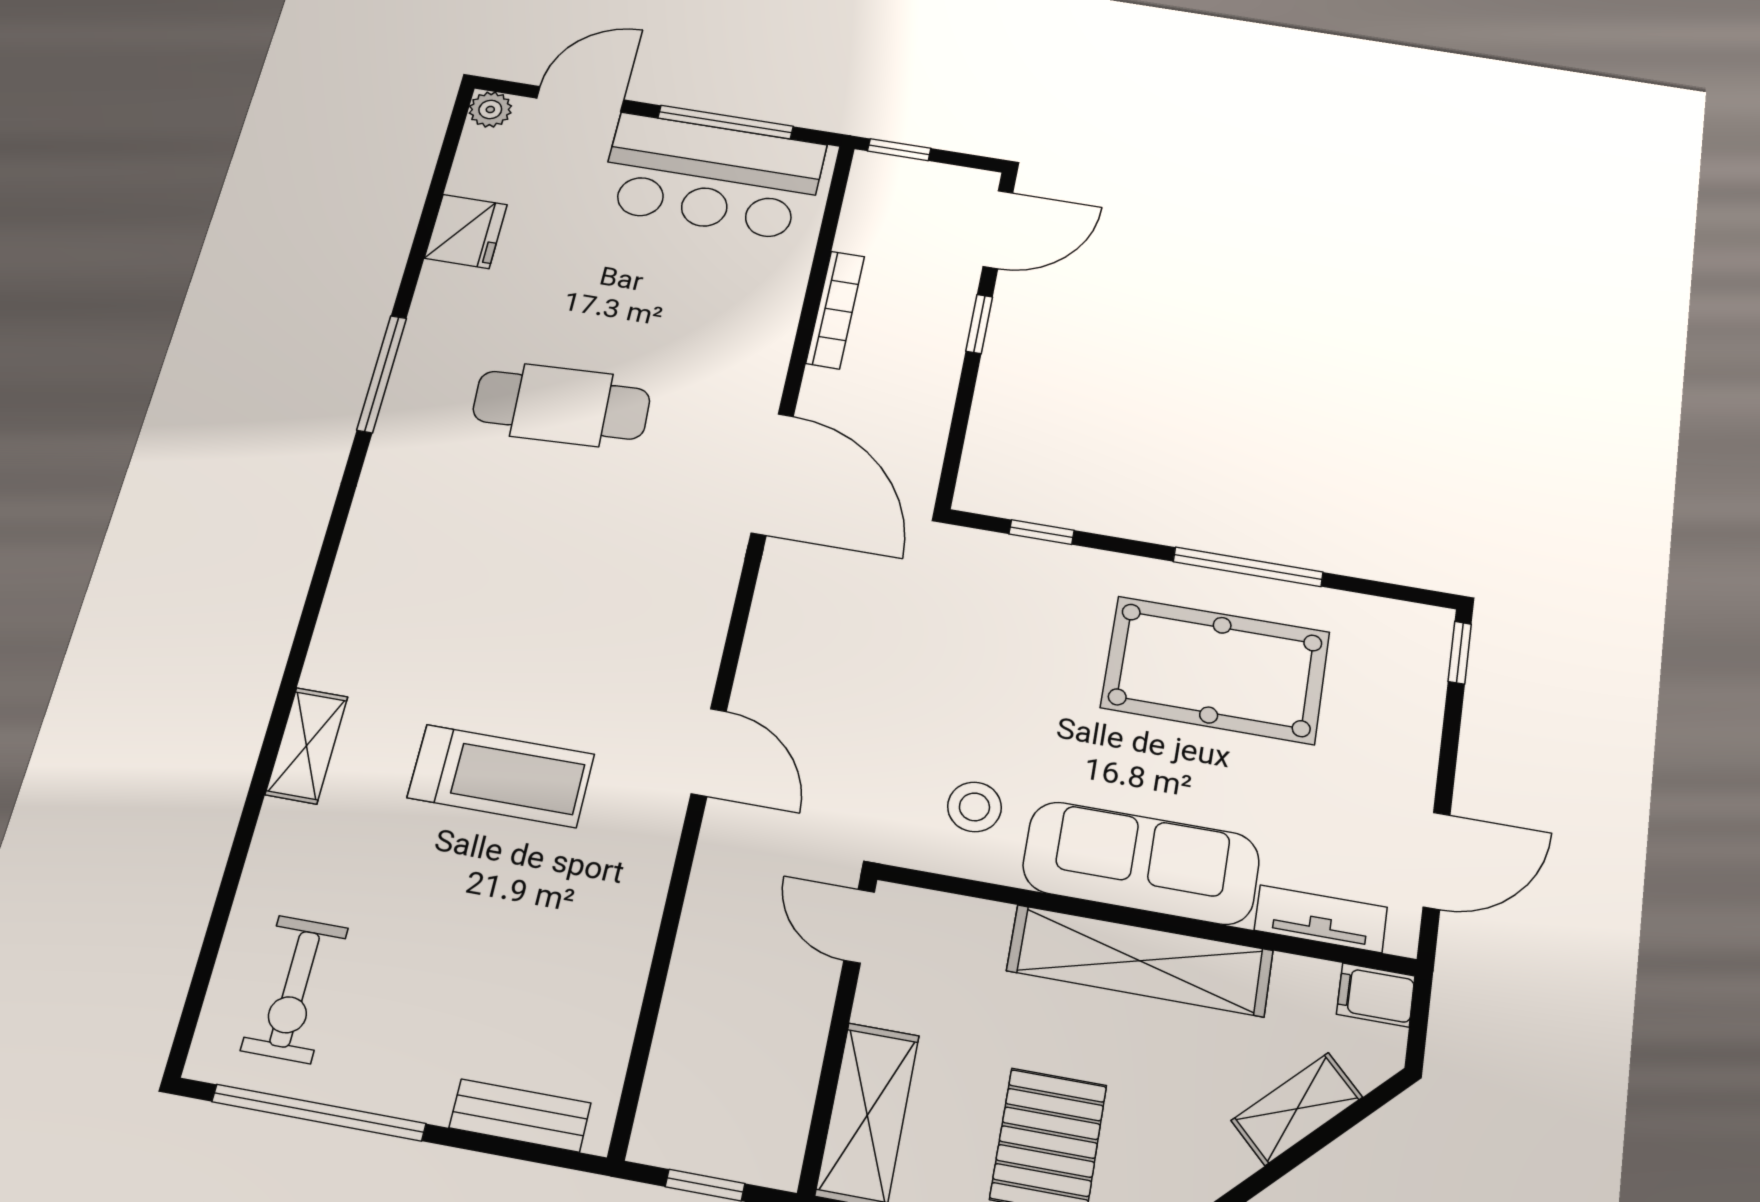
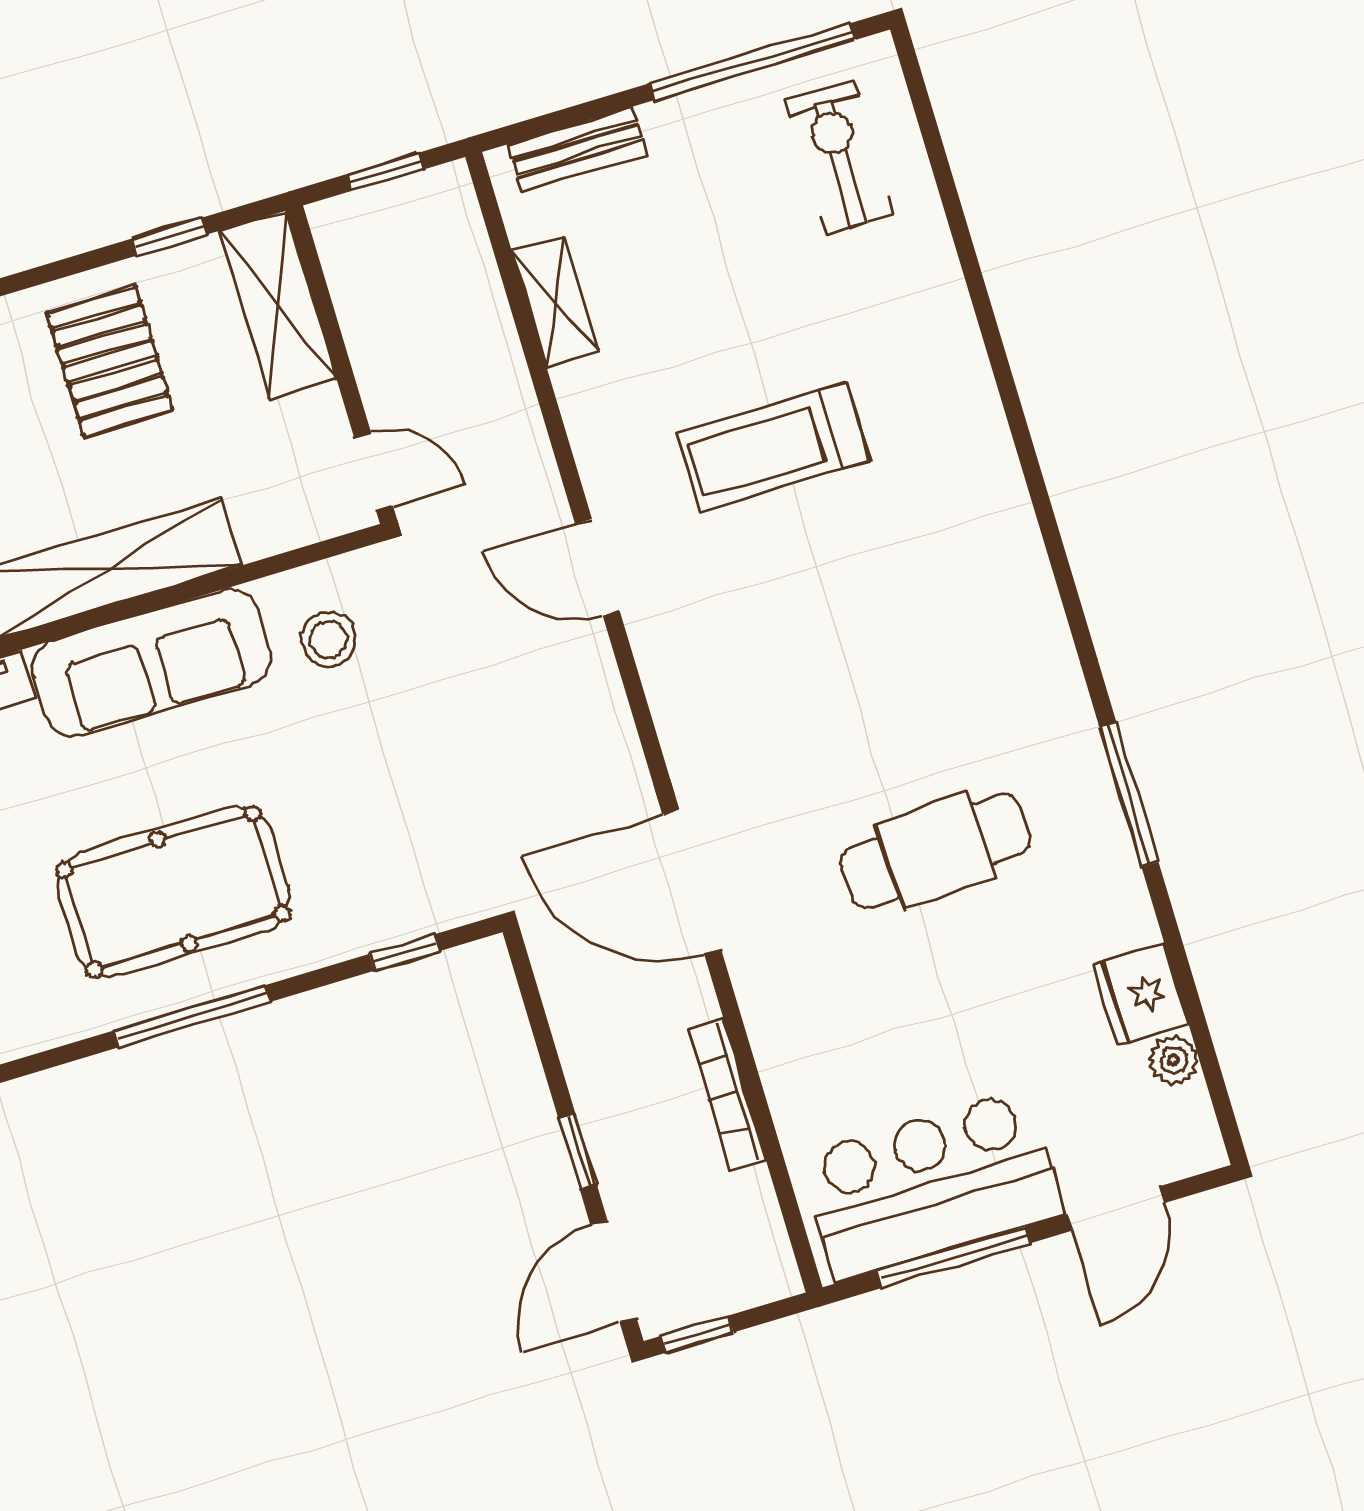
plant: (490, 109) -> (1174, 1060), moved
window: (899, 150) -> (697, 1334), moved
shelving: (307, 746) -> (555, 301), moved

